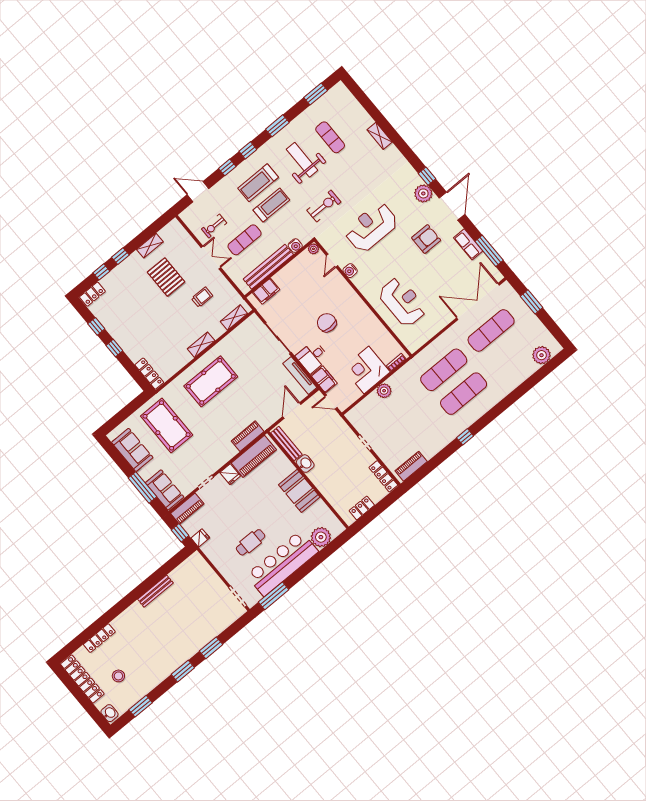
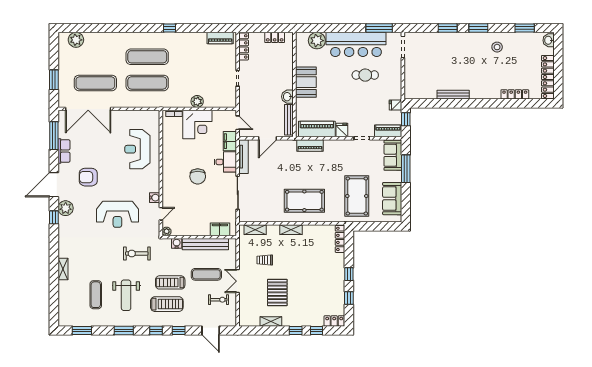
stool: (118, 676) -> (497, 47), moved

